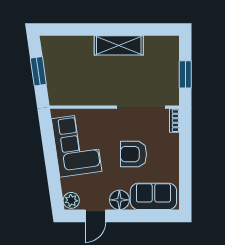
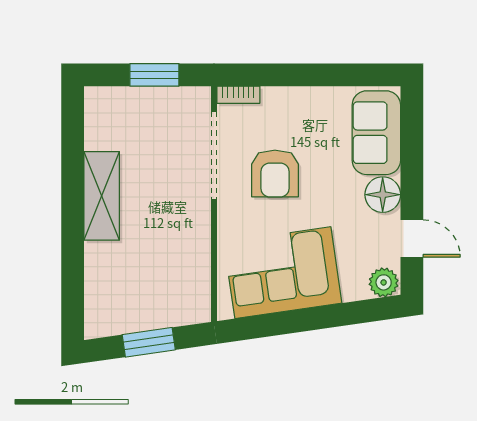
armchair: (134, 154) -> (275, 173), moved

